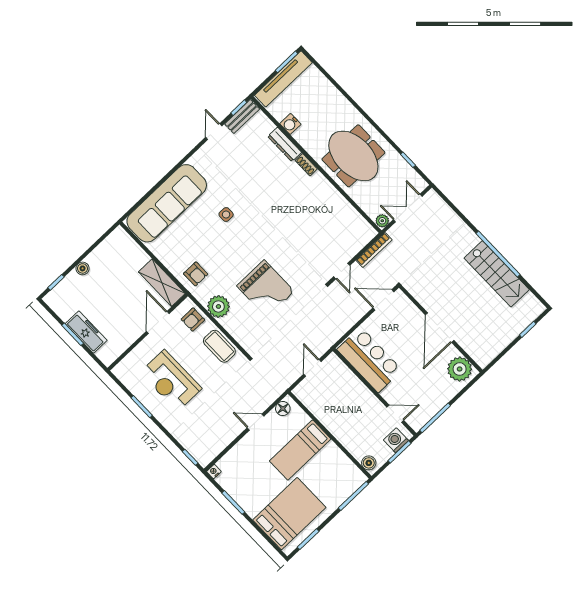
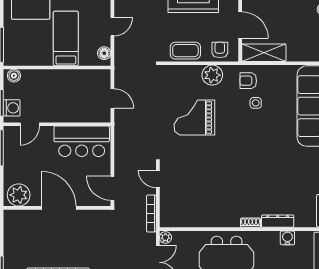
side table: (226, 215) -> (256, 103), moved
door: (383, 300) -> (112, 188), swing flipped

